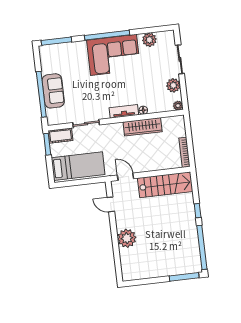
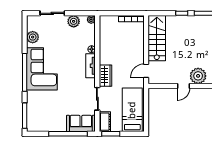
sofa: (53, 91) -> (81, 123), moved
wardrobe: (143, 127) -> (106, 76), moved, width x0.67
door: (111, 204) -> (184, 86), moved

